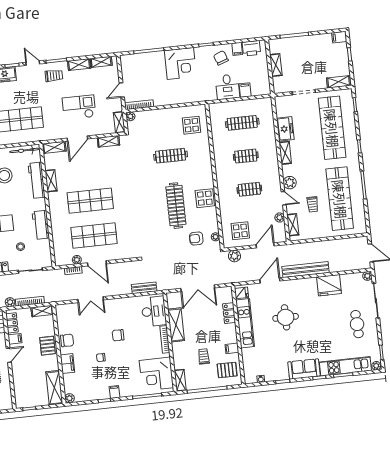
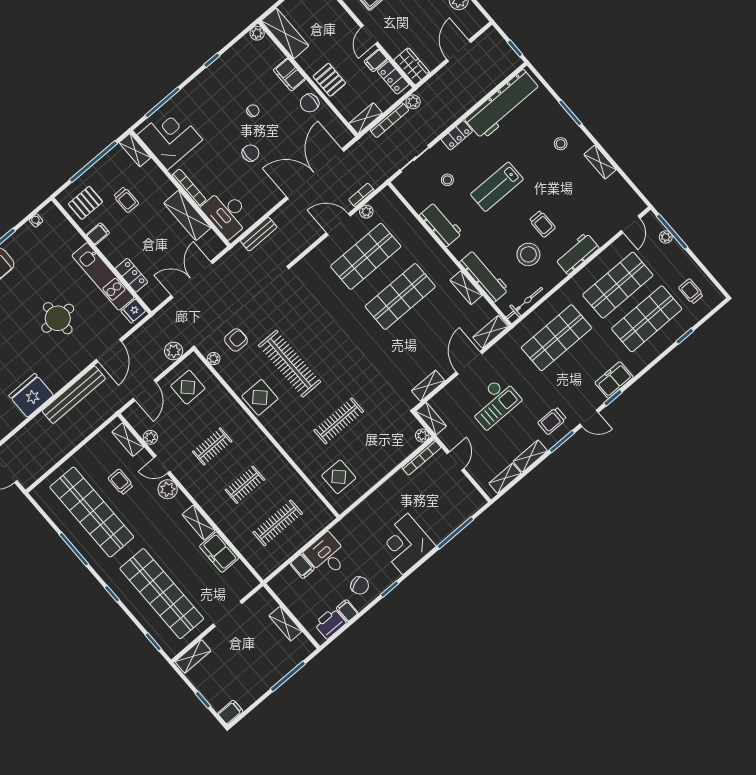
double door: (91, 300) -> (315, 174), width x1.87
filing cabinet: (115, 392) -> (207, 80), removed

